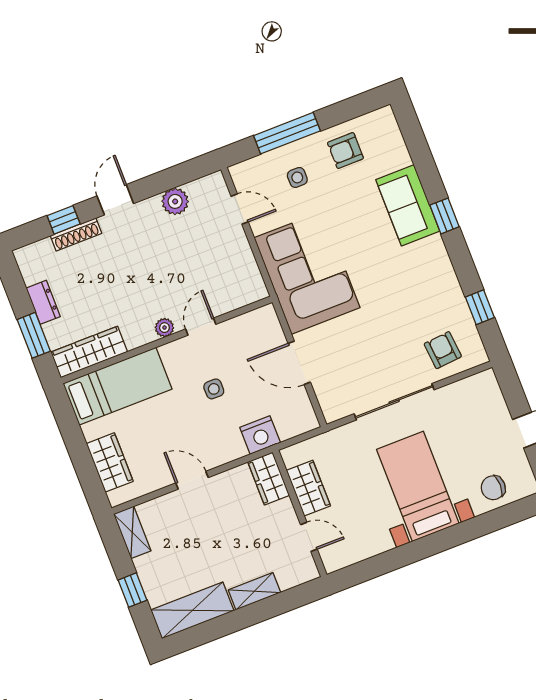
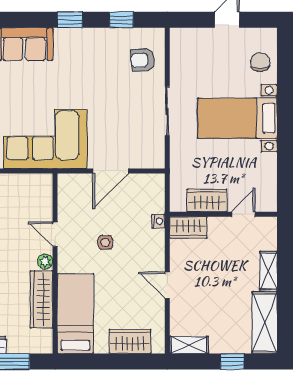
window: (444, 216) -> (70, 20), moved
wardrobe: (89, 352) -> (42, 299), moved
sliding door: (394, 402) -> (167, 111), width x0.73
nightstand: (260, 435) -> (158, 221), width x0.53, depth x0.56
door: (192, 480) -> (167, 285), hinge flipped
chair: (493, 488) -> (260, 62), turned 180

